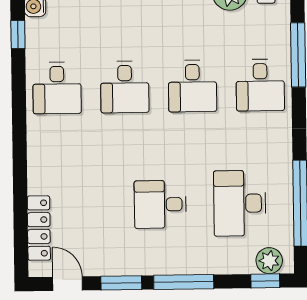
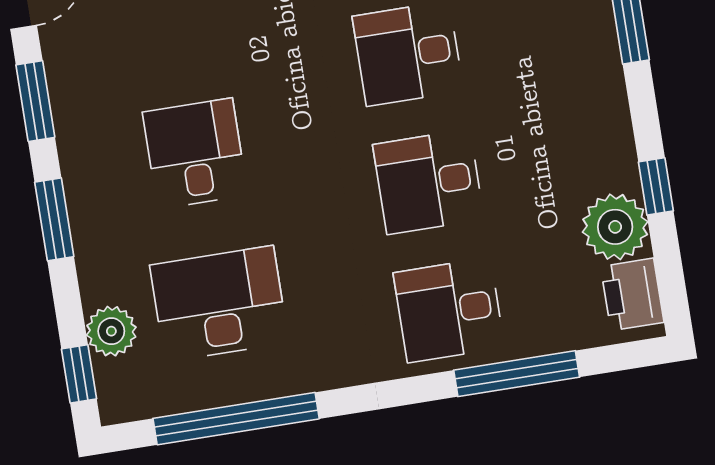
plant: (269, 261) -> (111, 331), moved
window: (184, 282) -> (54, 219), width x0.69

